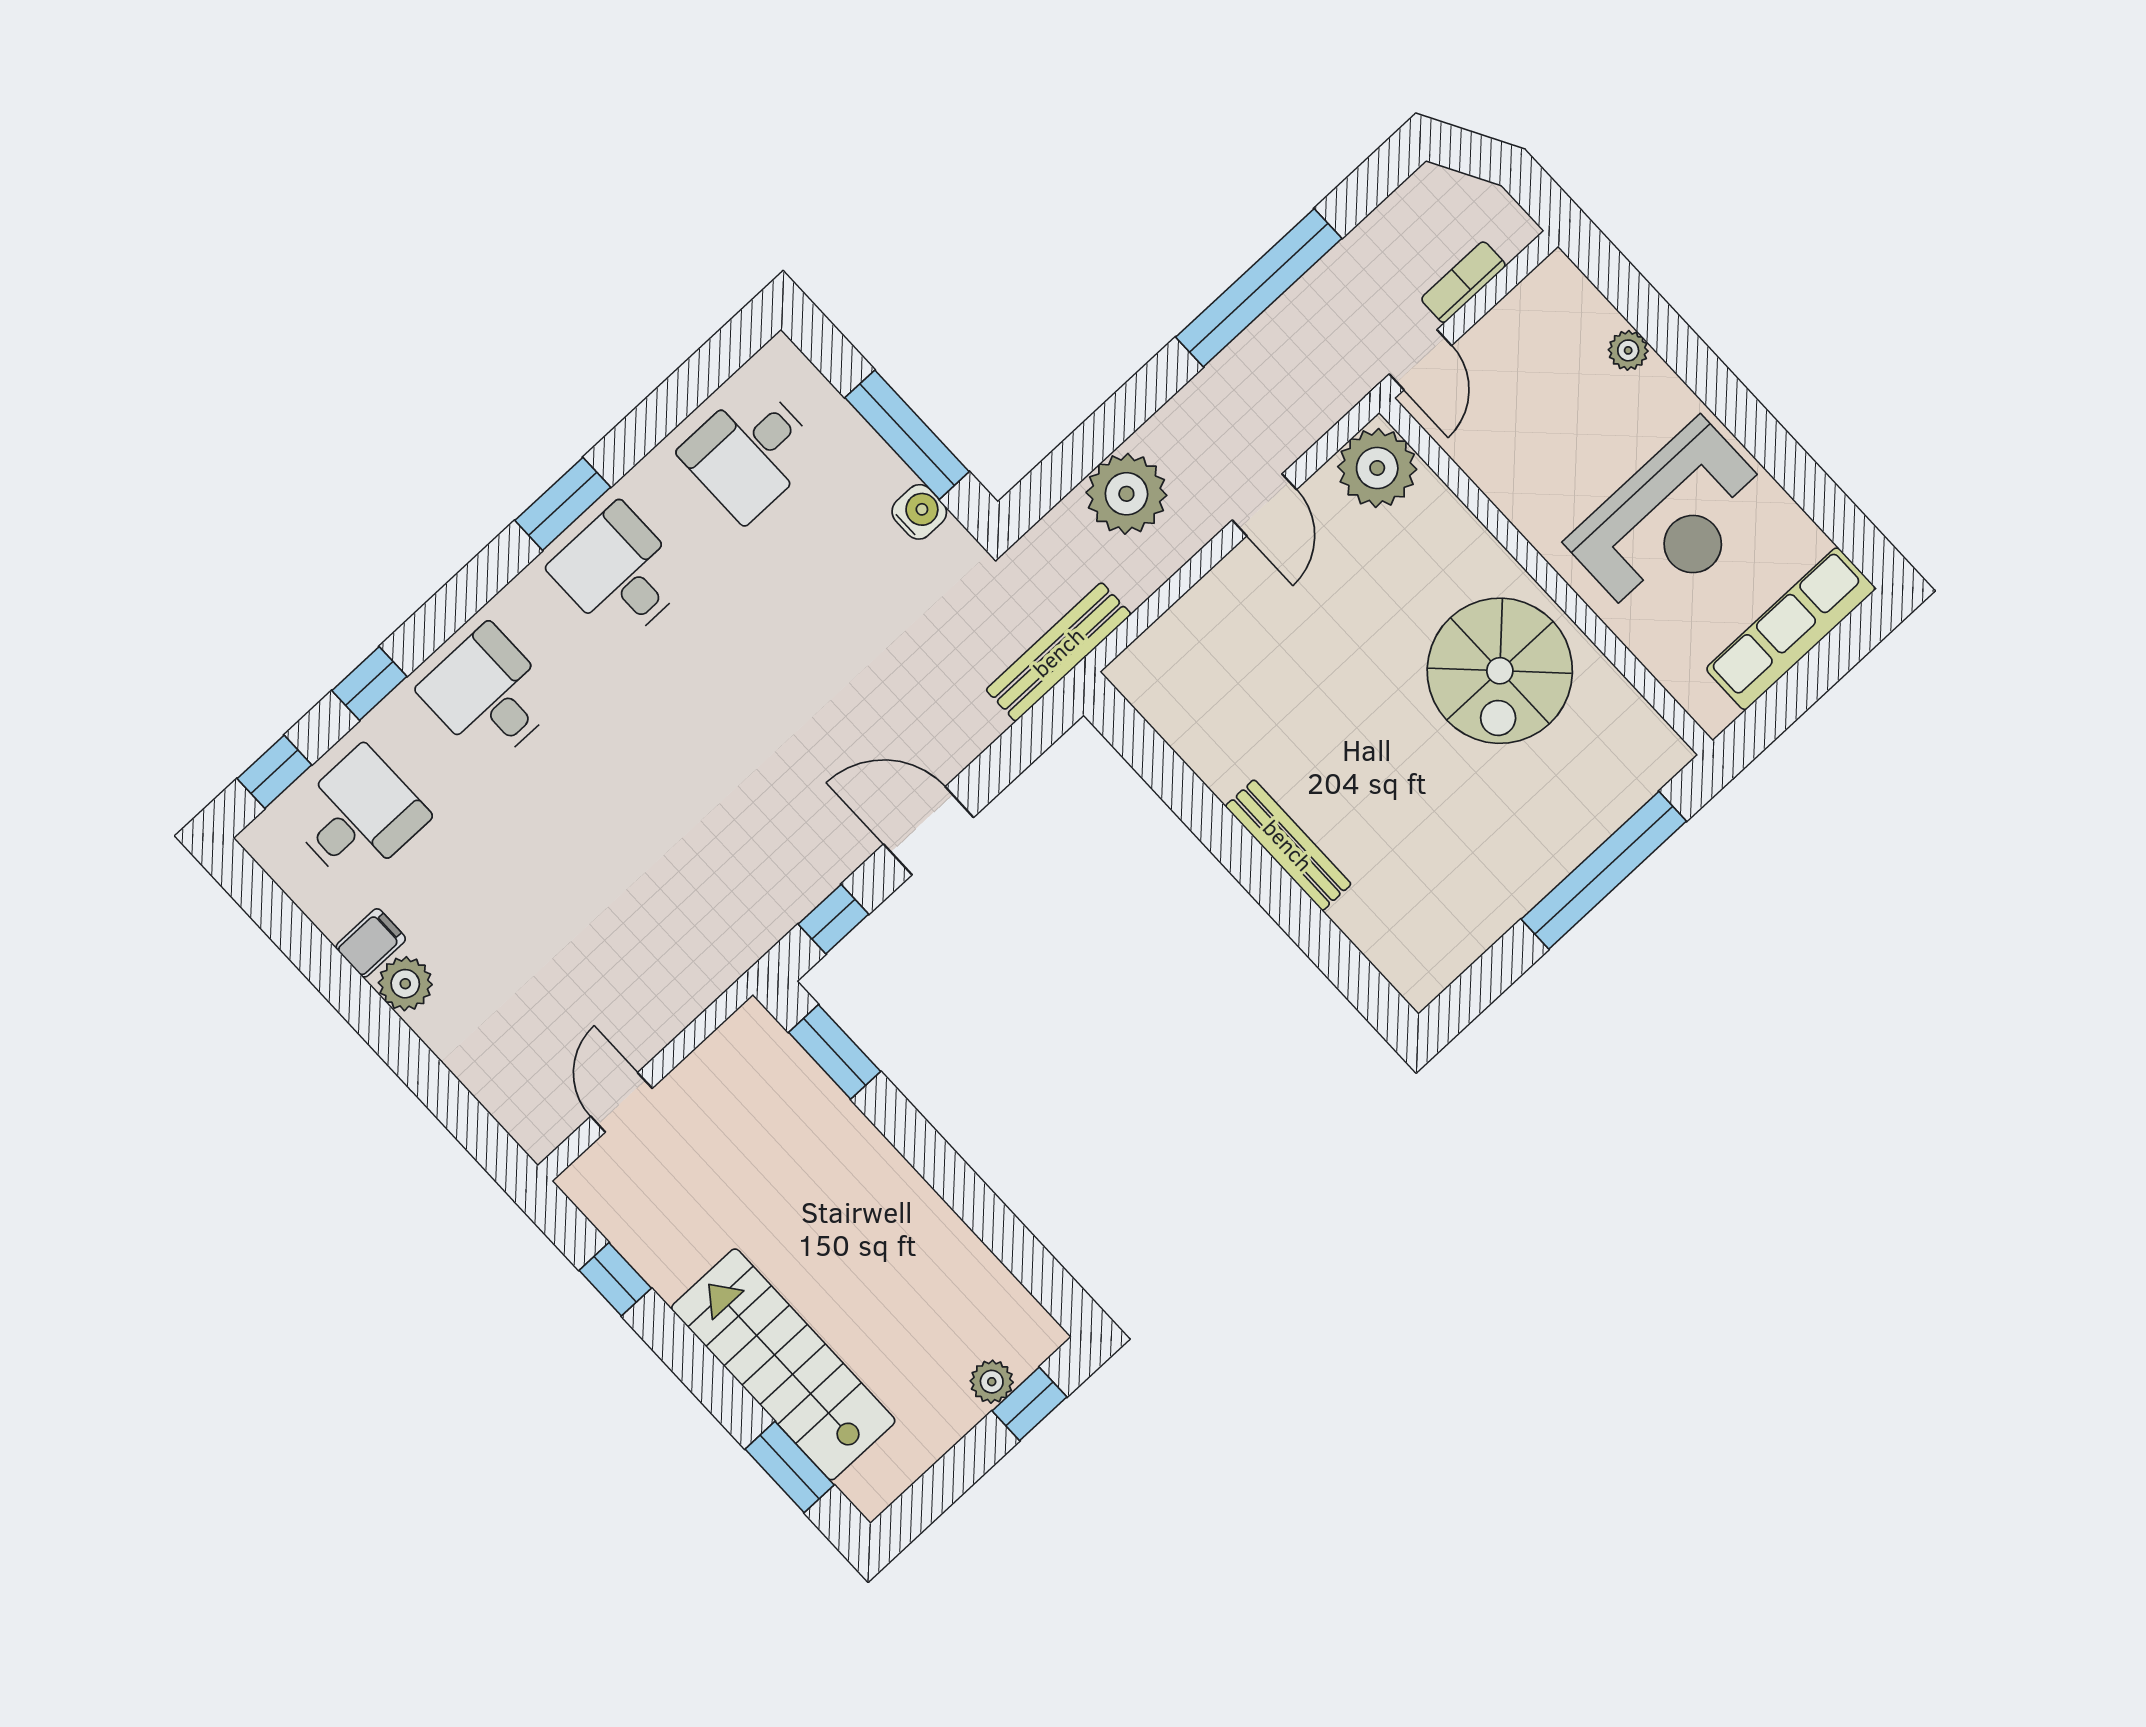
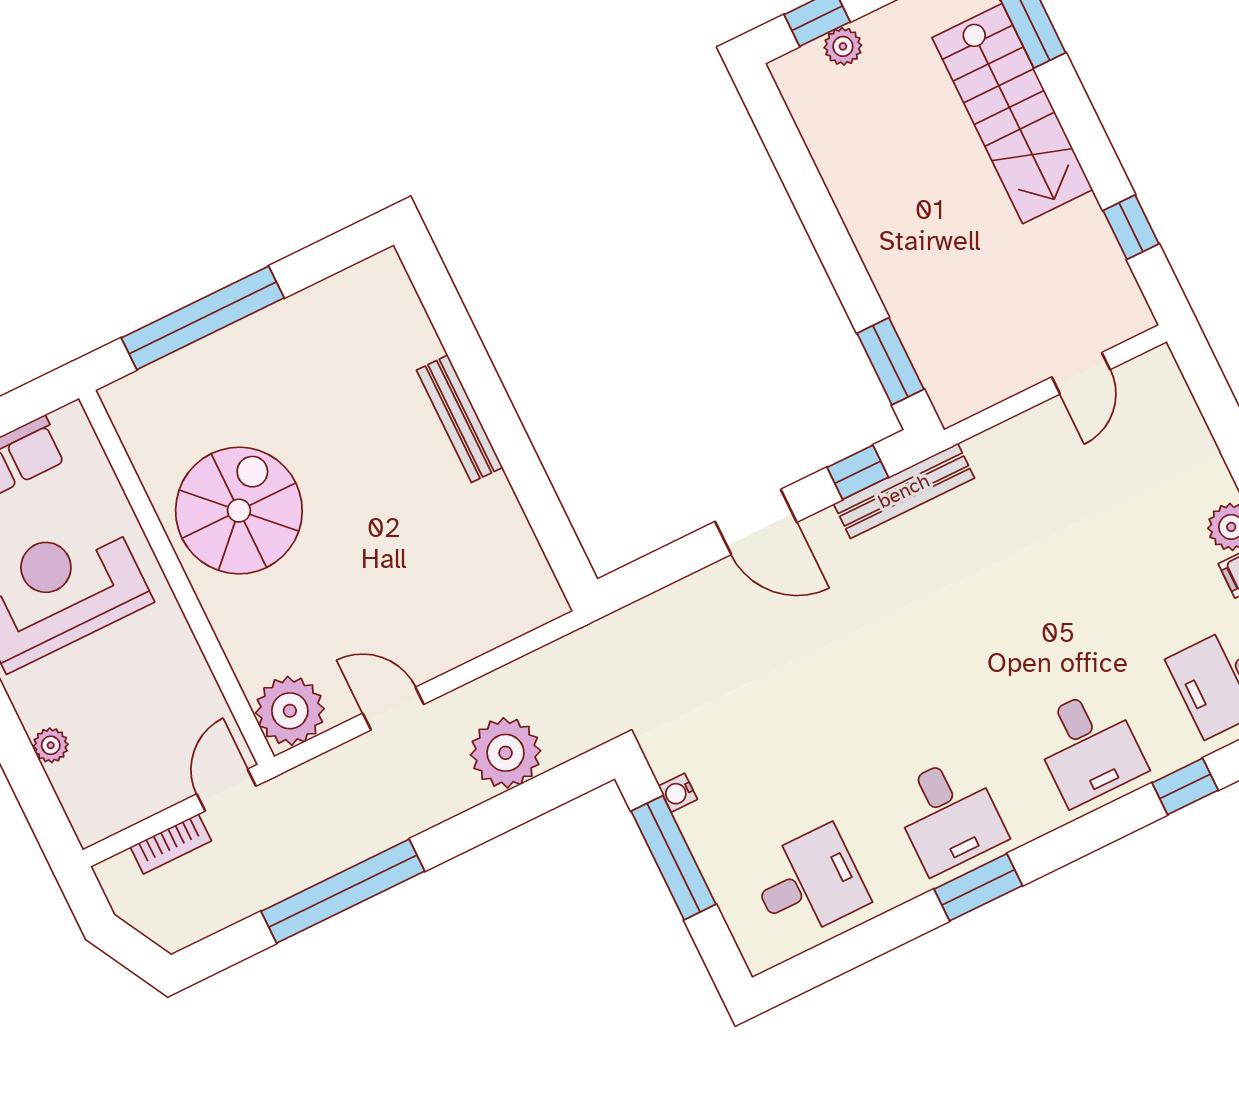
door: (1264, 505) -> (393, 709), hinge flipped
water cooler: (919, 512) -> (678, 793), width x0.72, depth x0.72
bench: (1058, 652) -> (904, 491), moved

